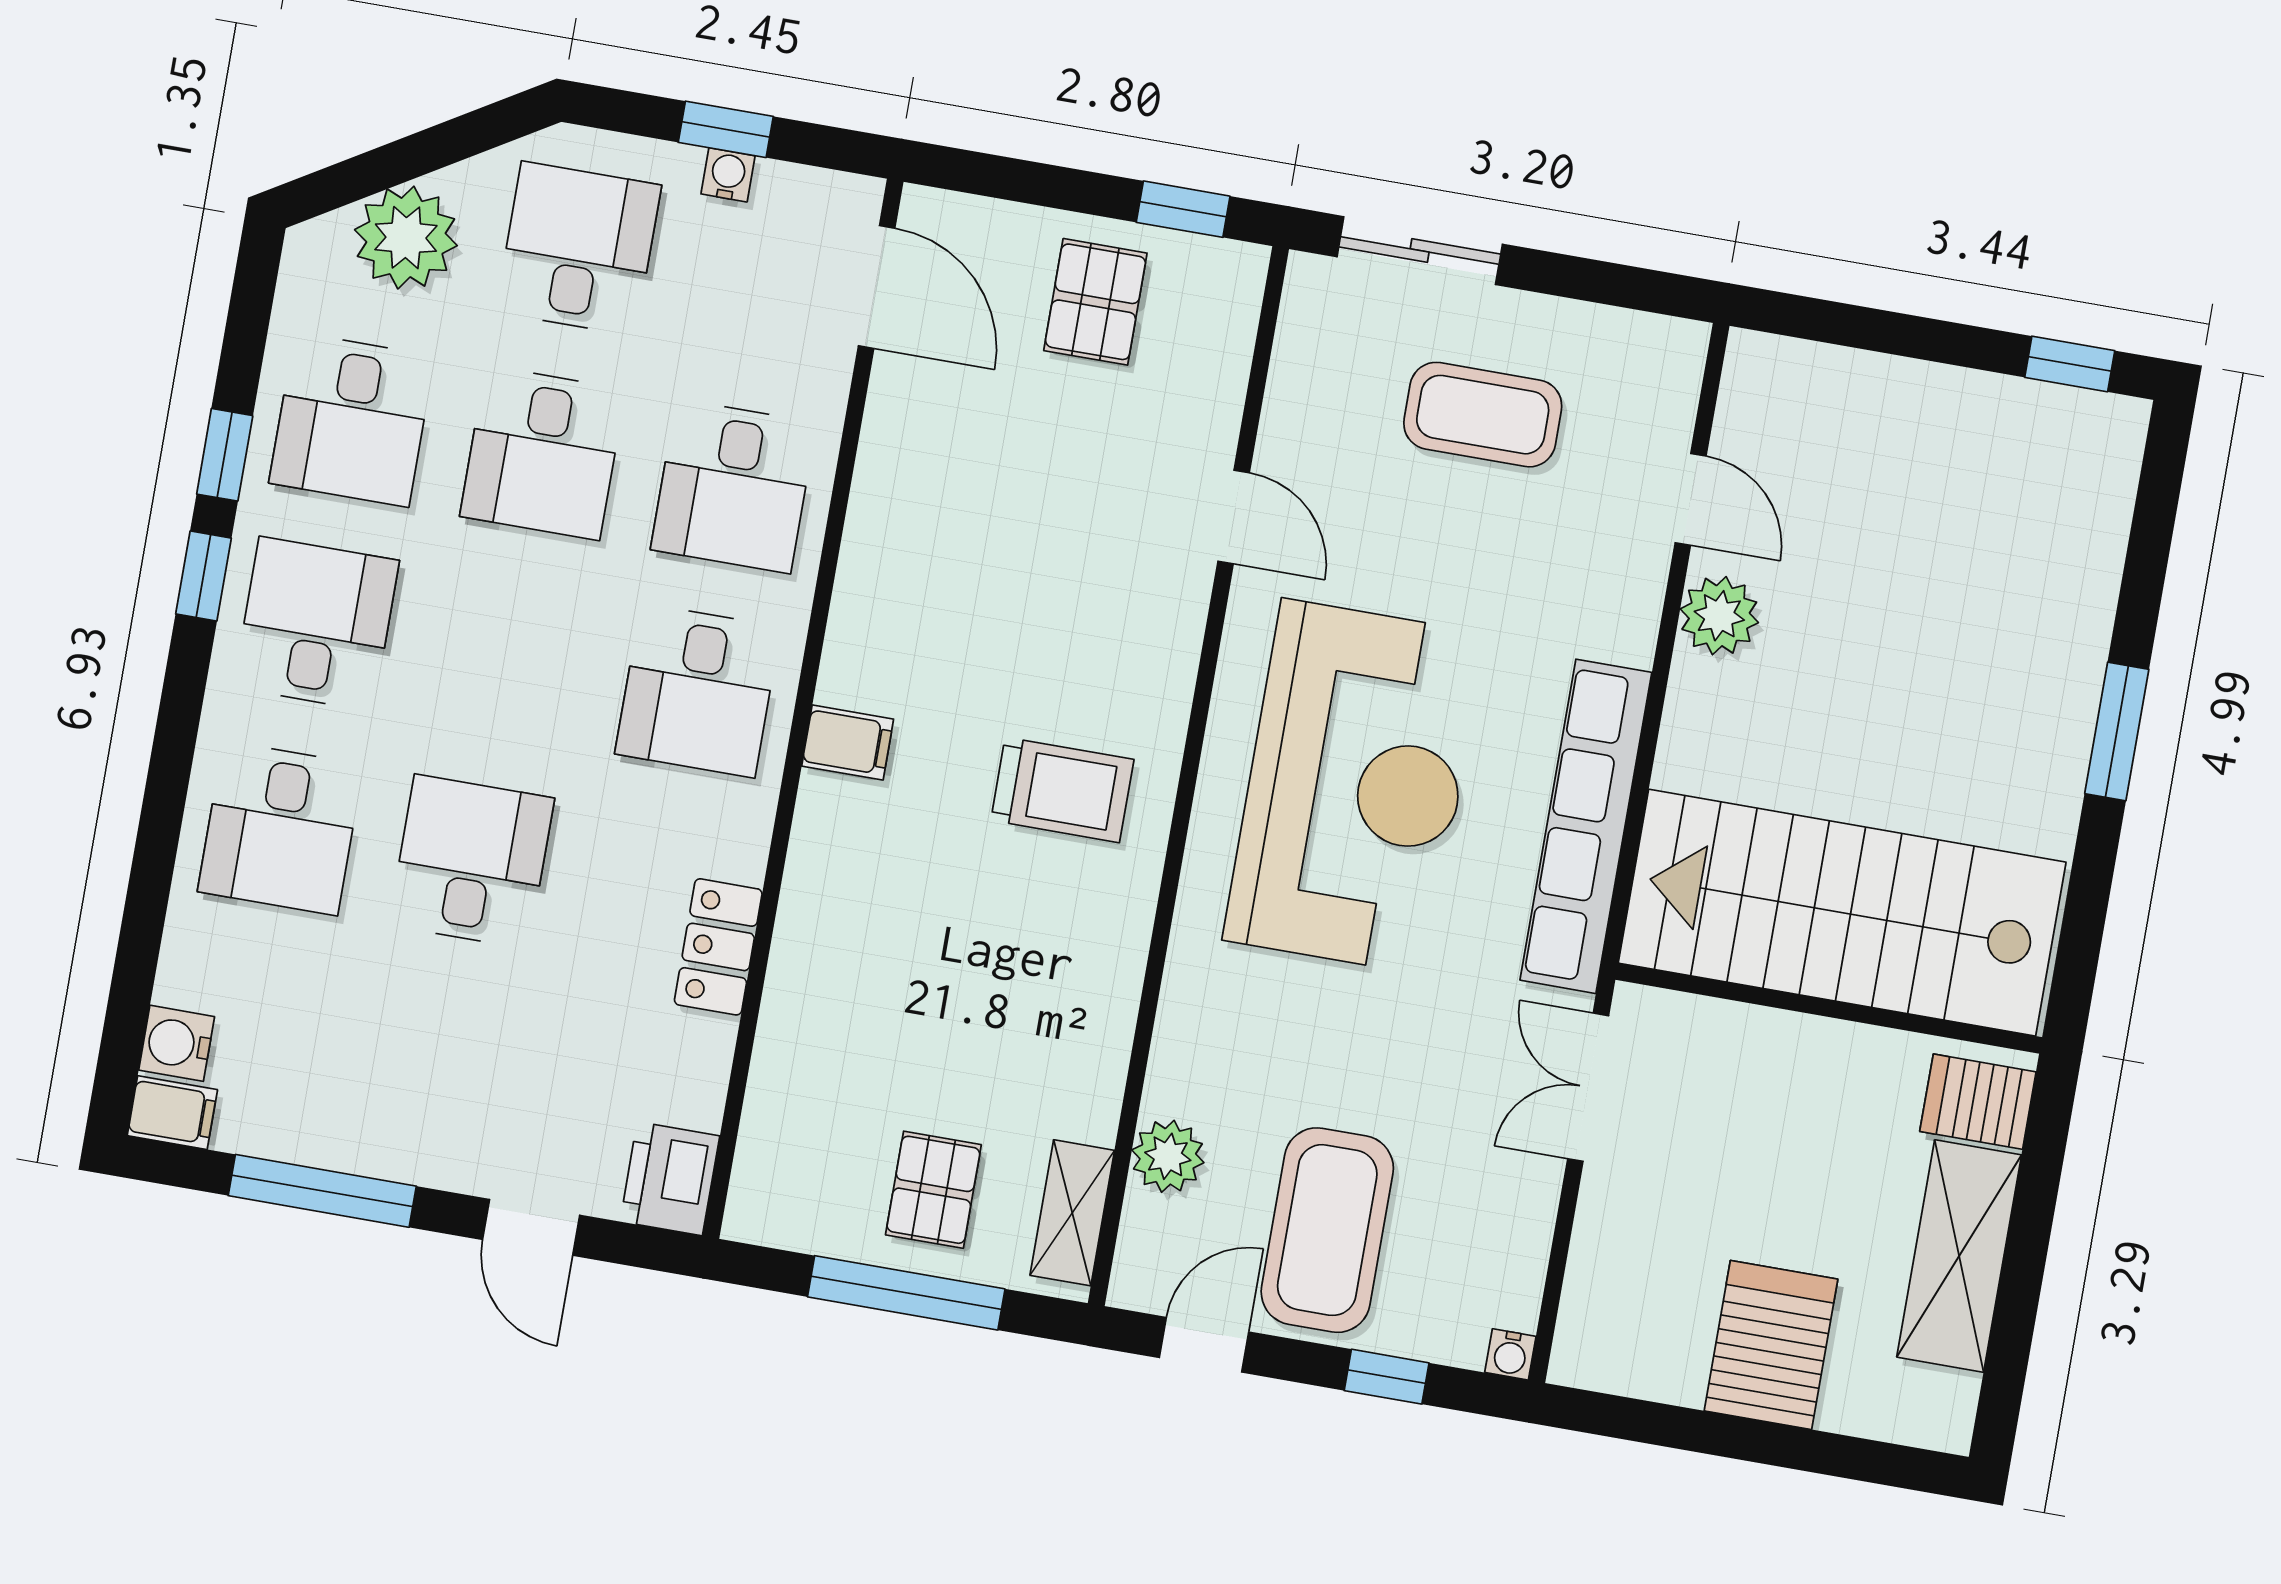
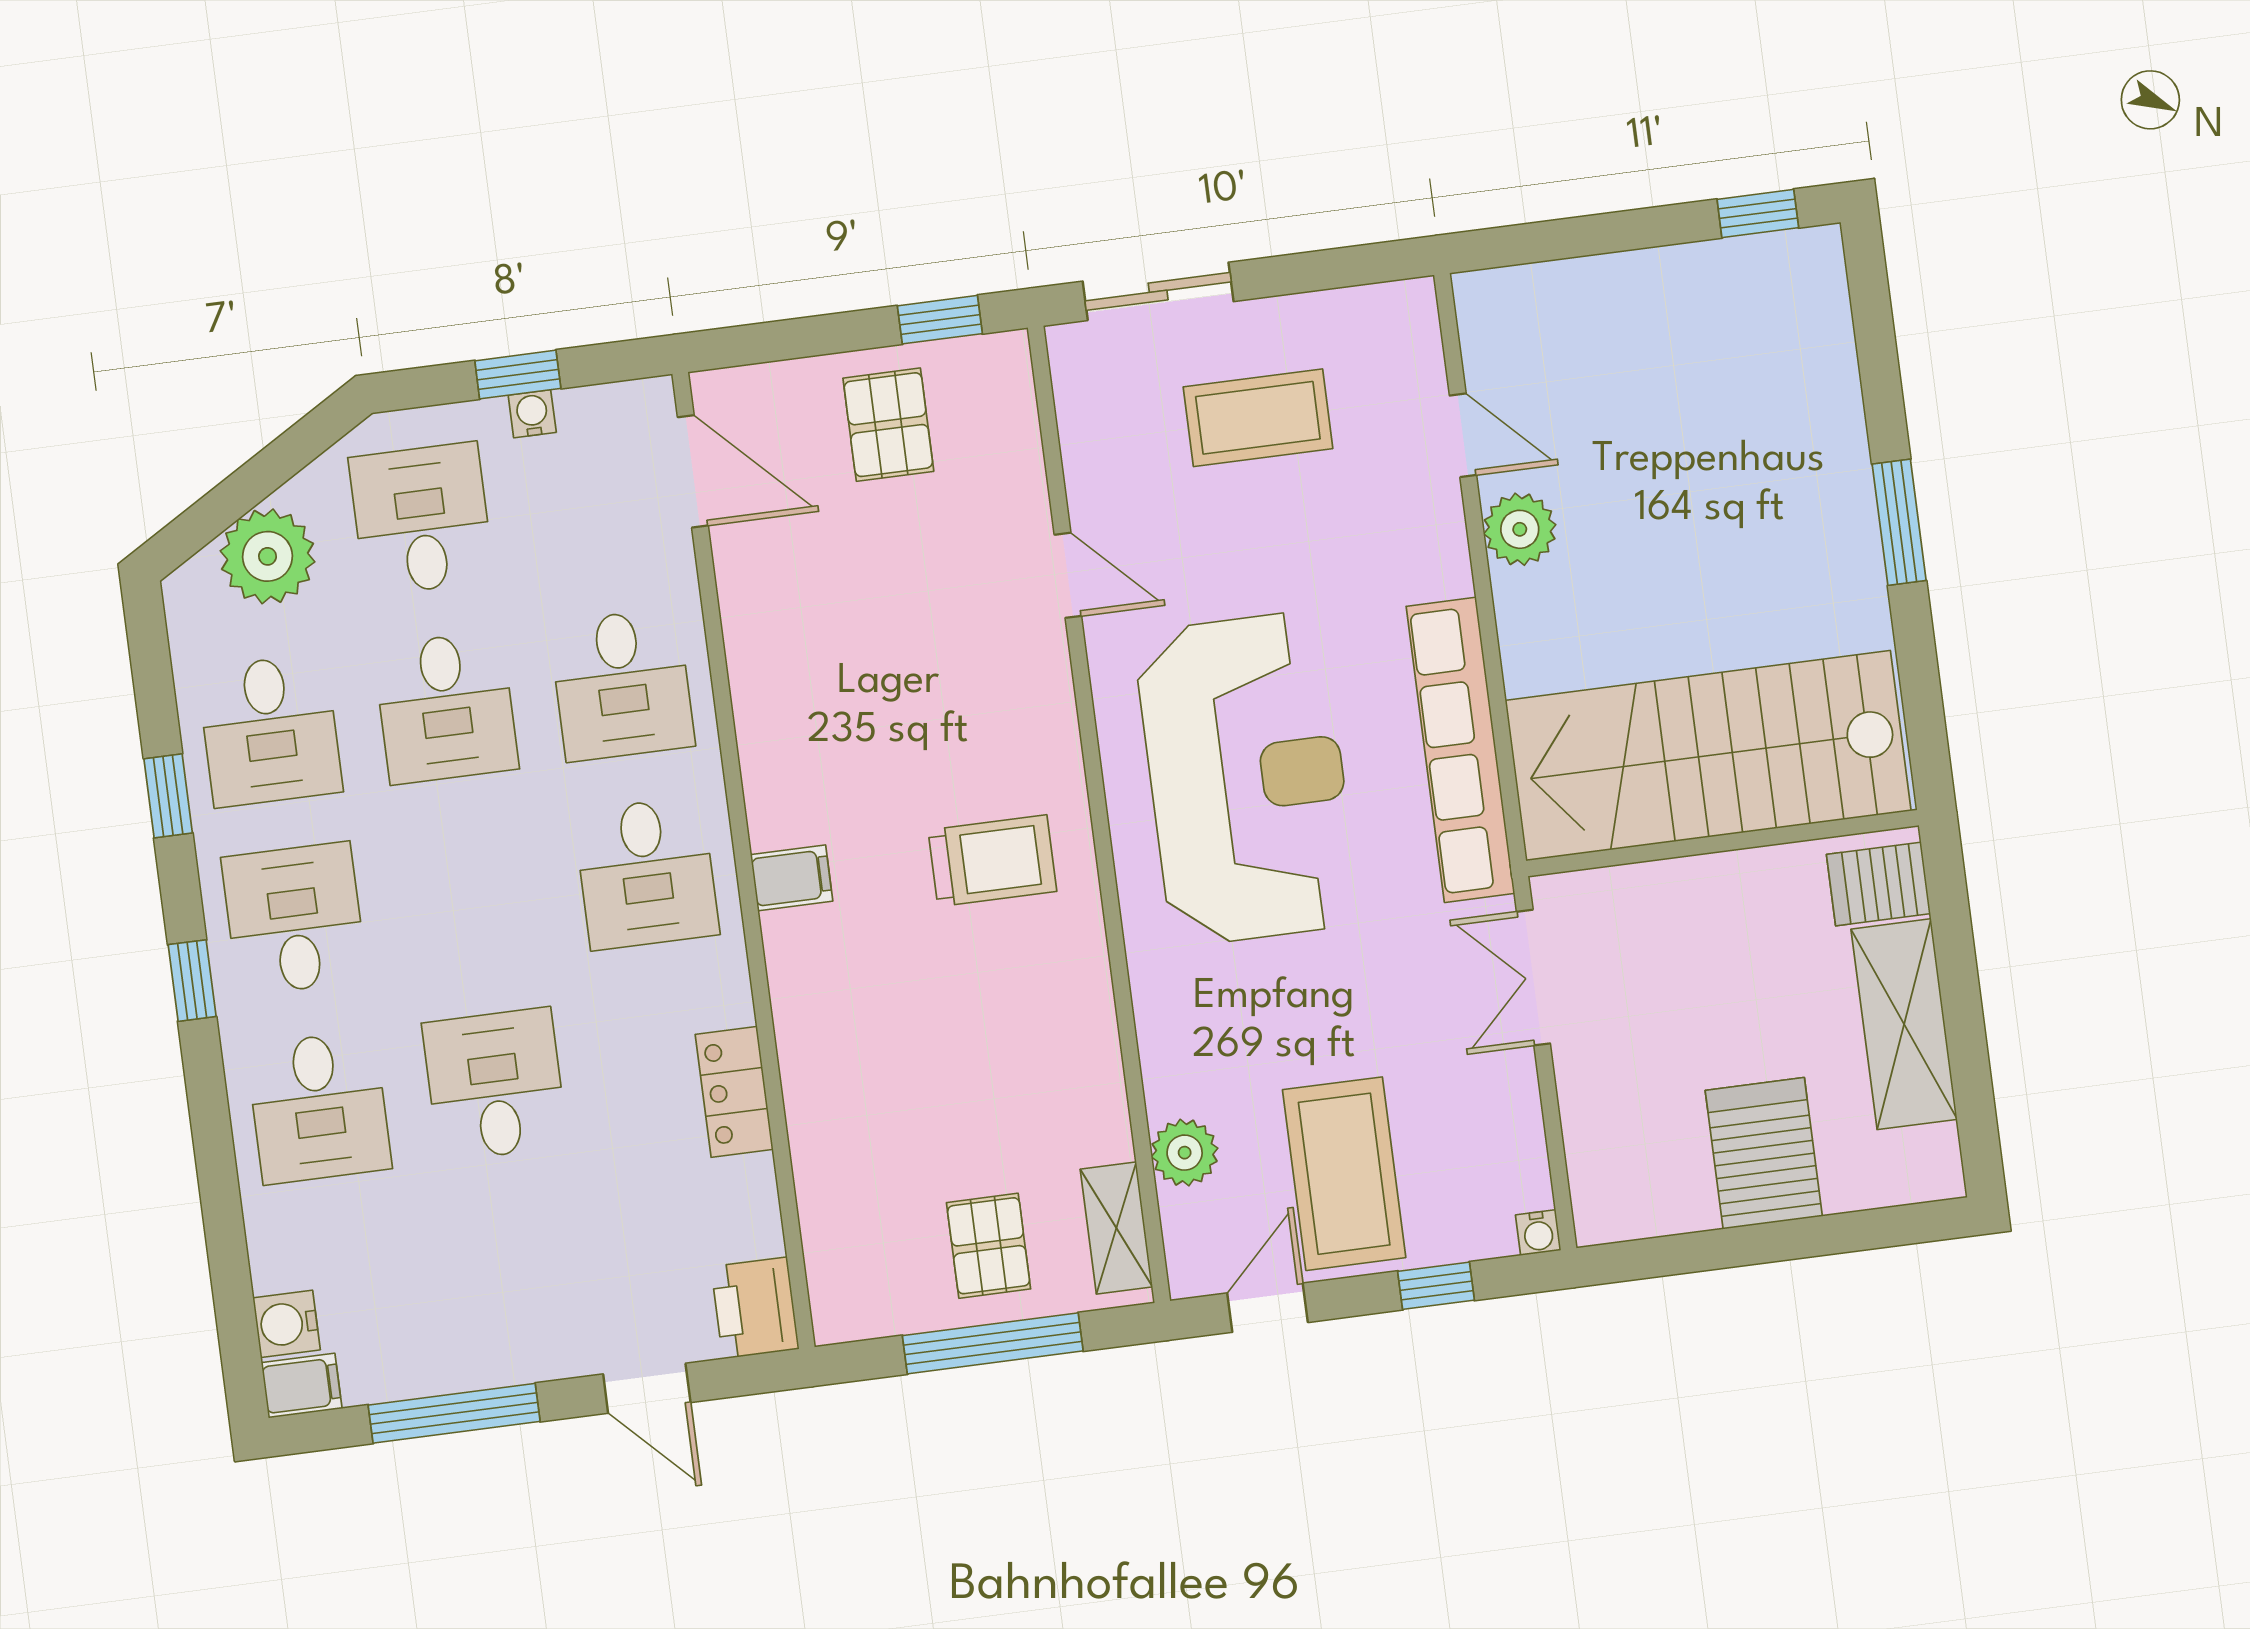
window: (203, 576) -> (192, 981), moved

